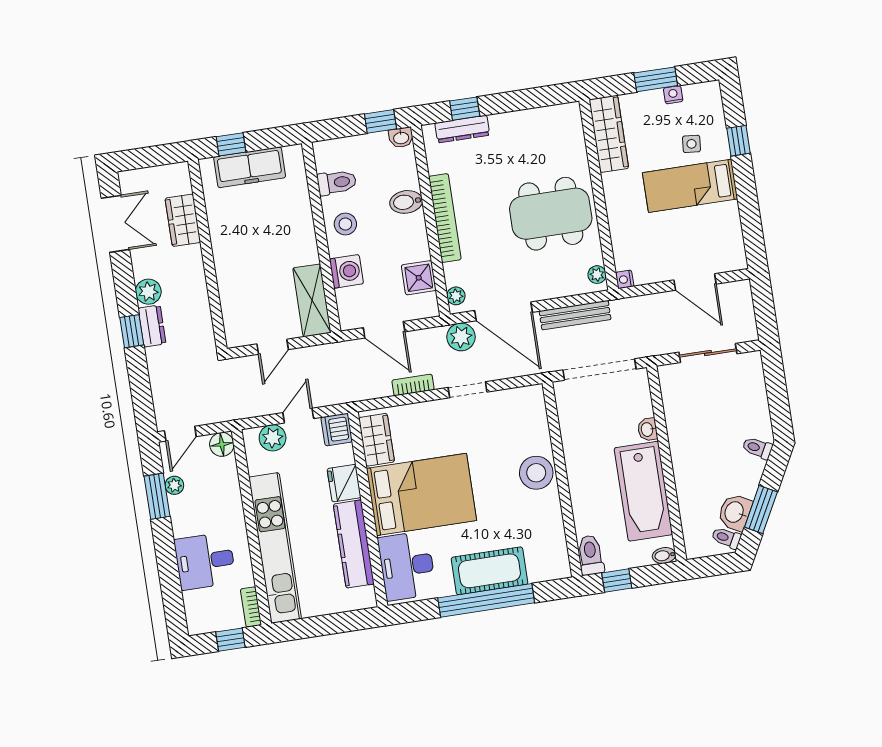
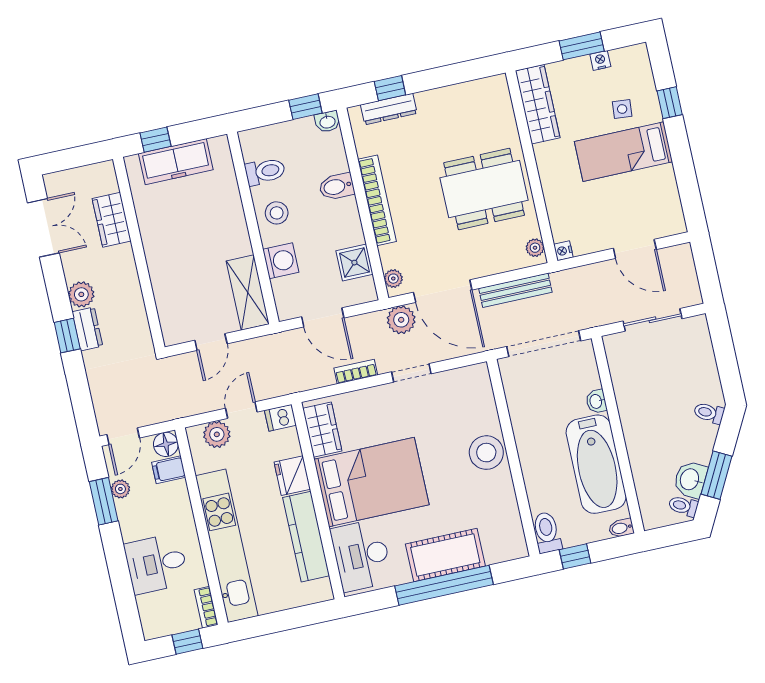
dishwasher: (337, 429) -> (280, 418), width x0.73
filing cabinet: (223, 469) -> (169, 470), added

